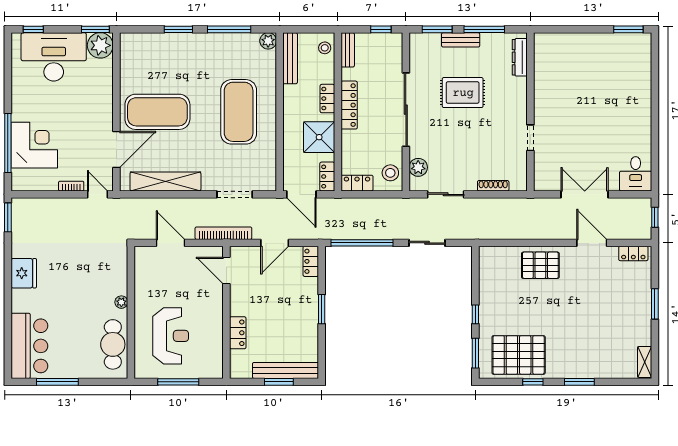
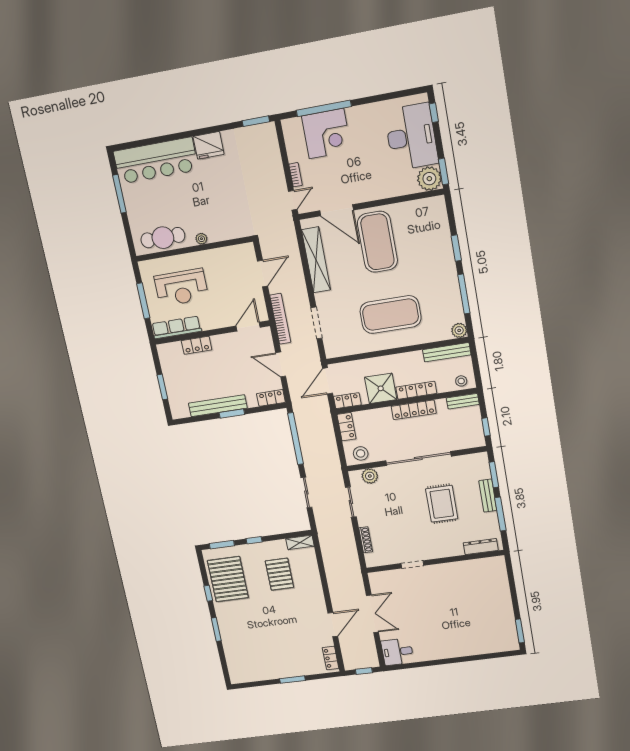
locker: (327, 99) -> (416, 390), width x1.53
pallet: (540, 265) -> (279, 574), moved
bar counter: (29, 346) -> (156, 161), width x1.36
row of seats: (214, 351) -> (176, 327), added
shelving: (645, 362) -> (300, 542), moved
bench: (286, 370) -> (218, 406), moved, turned 90

